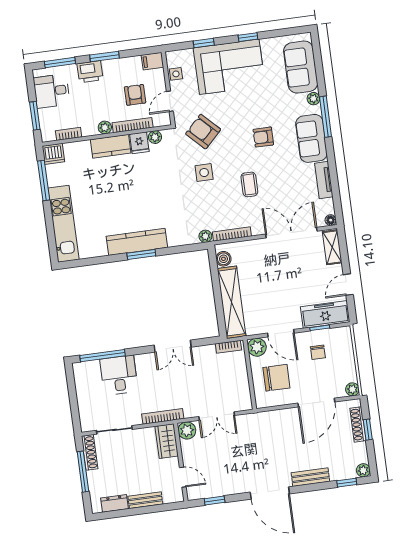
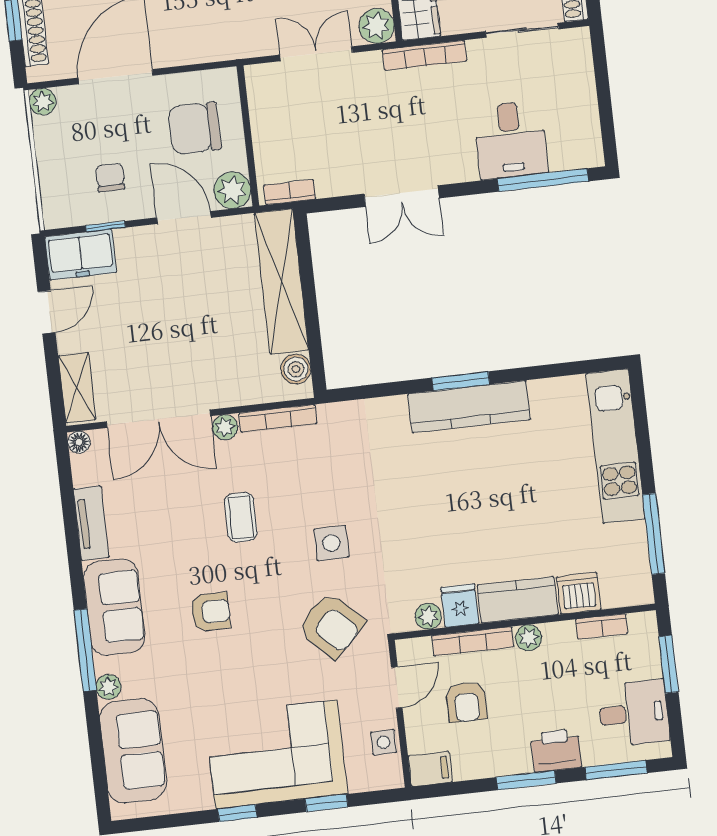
dishwasher: (53, 154) -> (579, 593), moved
plant: (205, 236) -> (225, 427), moved
freezer: (325, 314) -> (81, 255), width x0.71
double door: (173, 346) -> (402, 196), swing flipped

